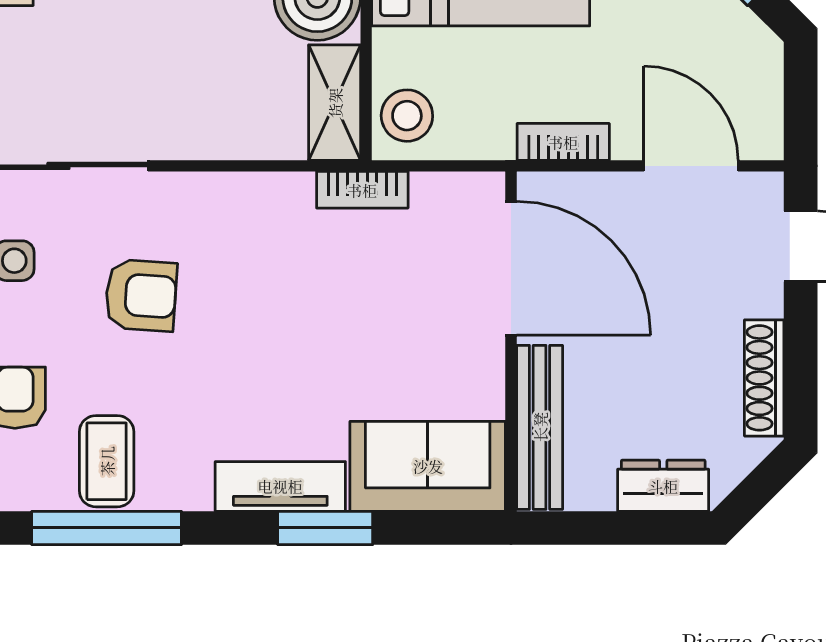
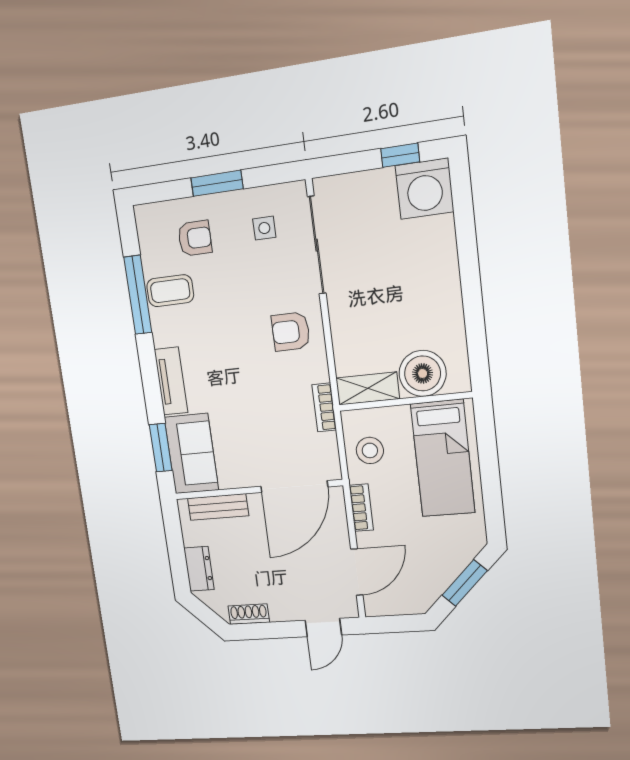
stool: (407, 116) -> (370, 450), moved
armchair: (141, 295) -> (291, 332), moved, turned 86
shoe rack: (764, 378) -> (249, 614), width x0.70
bench: (540, 427) -> (218, 507), width x0.73
window: (325, 528) -> (161, 448), moved

